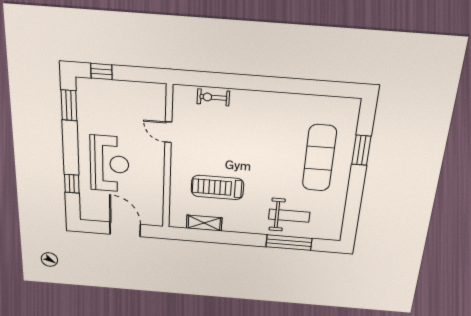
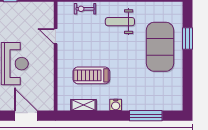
exercise mat: (319, 158) -> (160, 47), width x1.47
weight bench: (289, 216) -> (120, 22), moved, turned 180
water cooler: (249, 226) -> (116, 105), added

